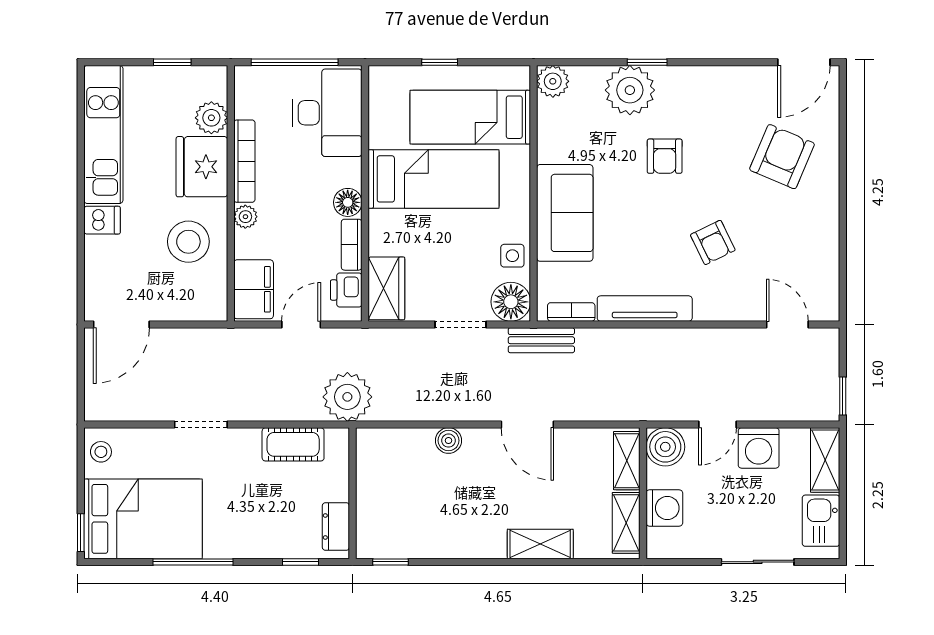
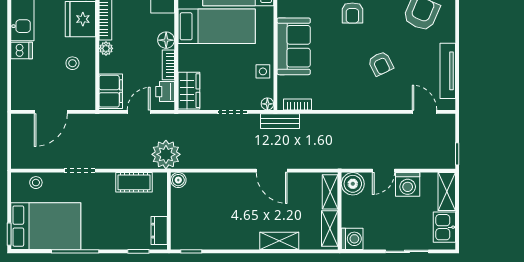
stool: (188, 242) -> (72, 63), width x0.53, depth x0.53
floor lamp: (511, 302) -> (267, 104), width x0.53, depth x0.53
tv unit: (645, 309) -> (448, 71), moved, turned -90
door: (121, 325) -> (51, 112), moved
boiler: (448, 441) -> (178, 180), moved
stool: (101, 452) -> (36, 183), moved
washing machine: (664, 508) -> (352, 239), moved

